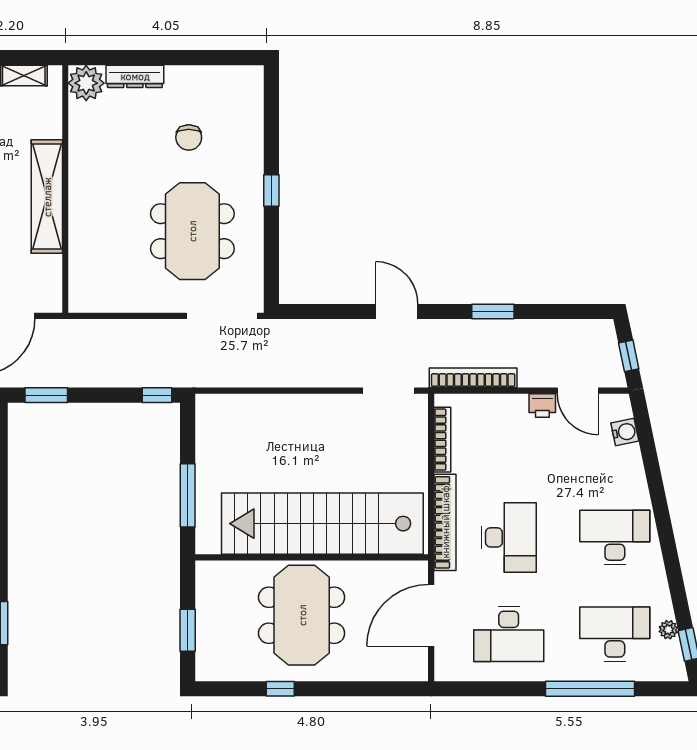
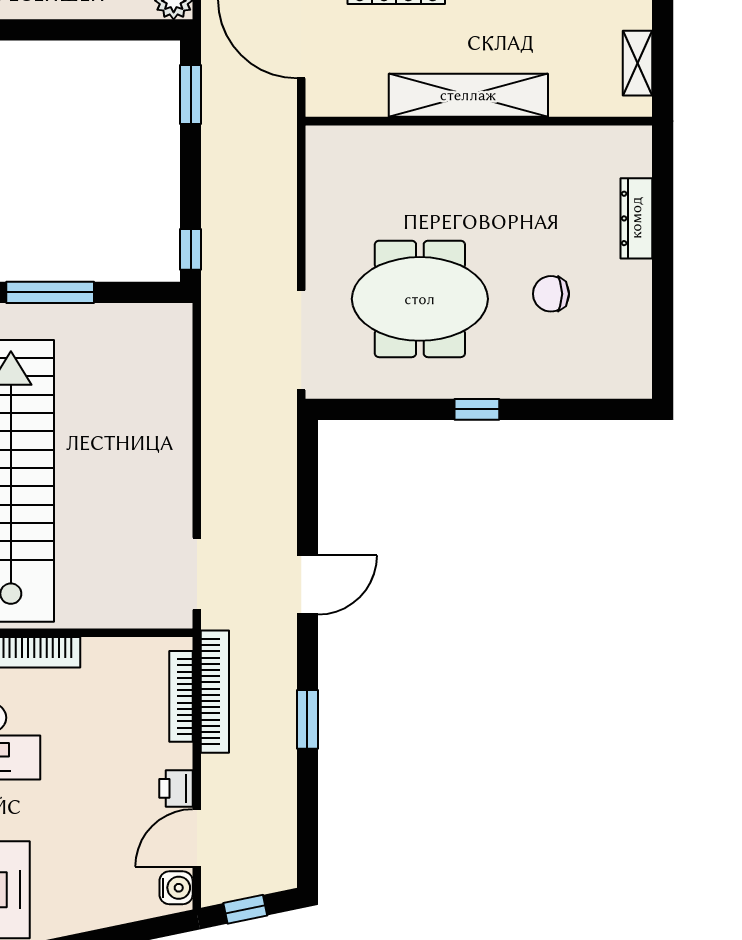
plant: (86, 83) -> (627, 150), removed
water cooler: (625, 432) -> (176, 888), moved, turned -78
bookcase: (442, 440) -> (181, 696), moved, turned 90

